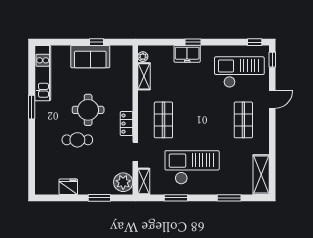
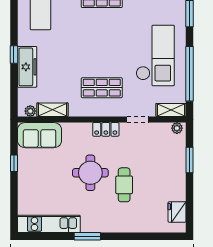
freezer: (187, 54) -> (27, 67), width x1.40
sofa: (90, 57) -> (40, 135), moved, turned 90
checkout: (192, 167) -> (155, 55), turned 180
plant: (123, 182) -> (177, 128), width x0.53, depth x0.53
fridge: (68, 187) -> (177, 212), moved
window: (176, 198) -> (190, 74), width x2.11

